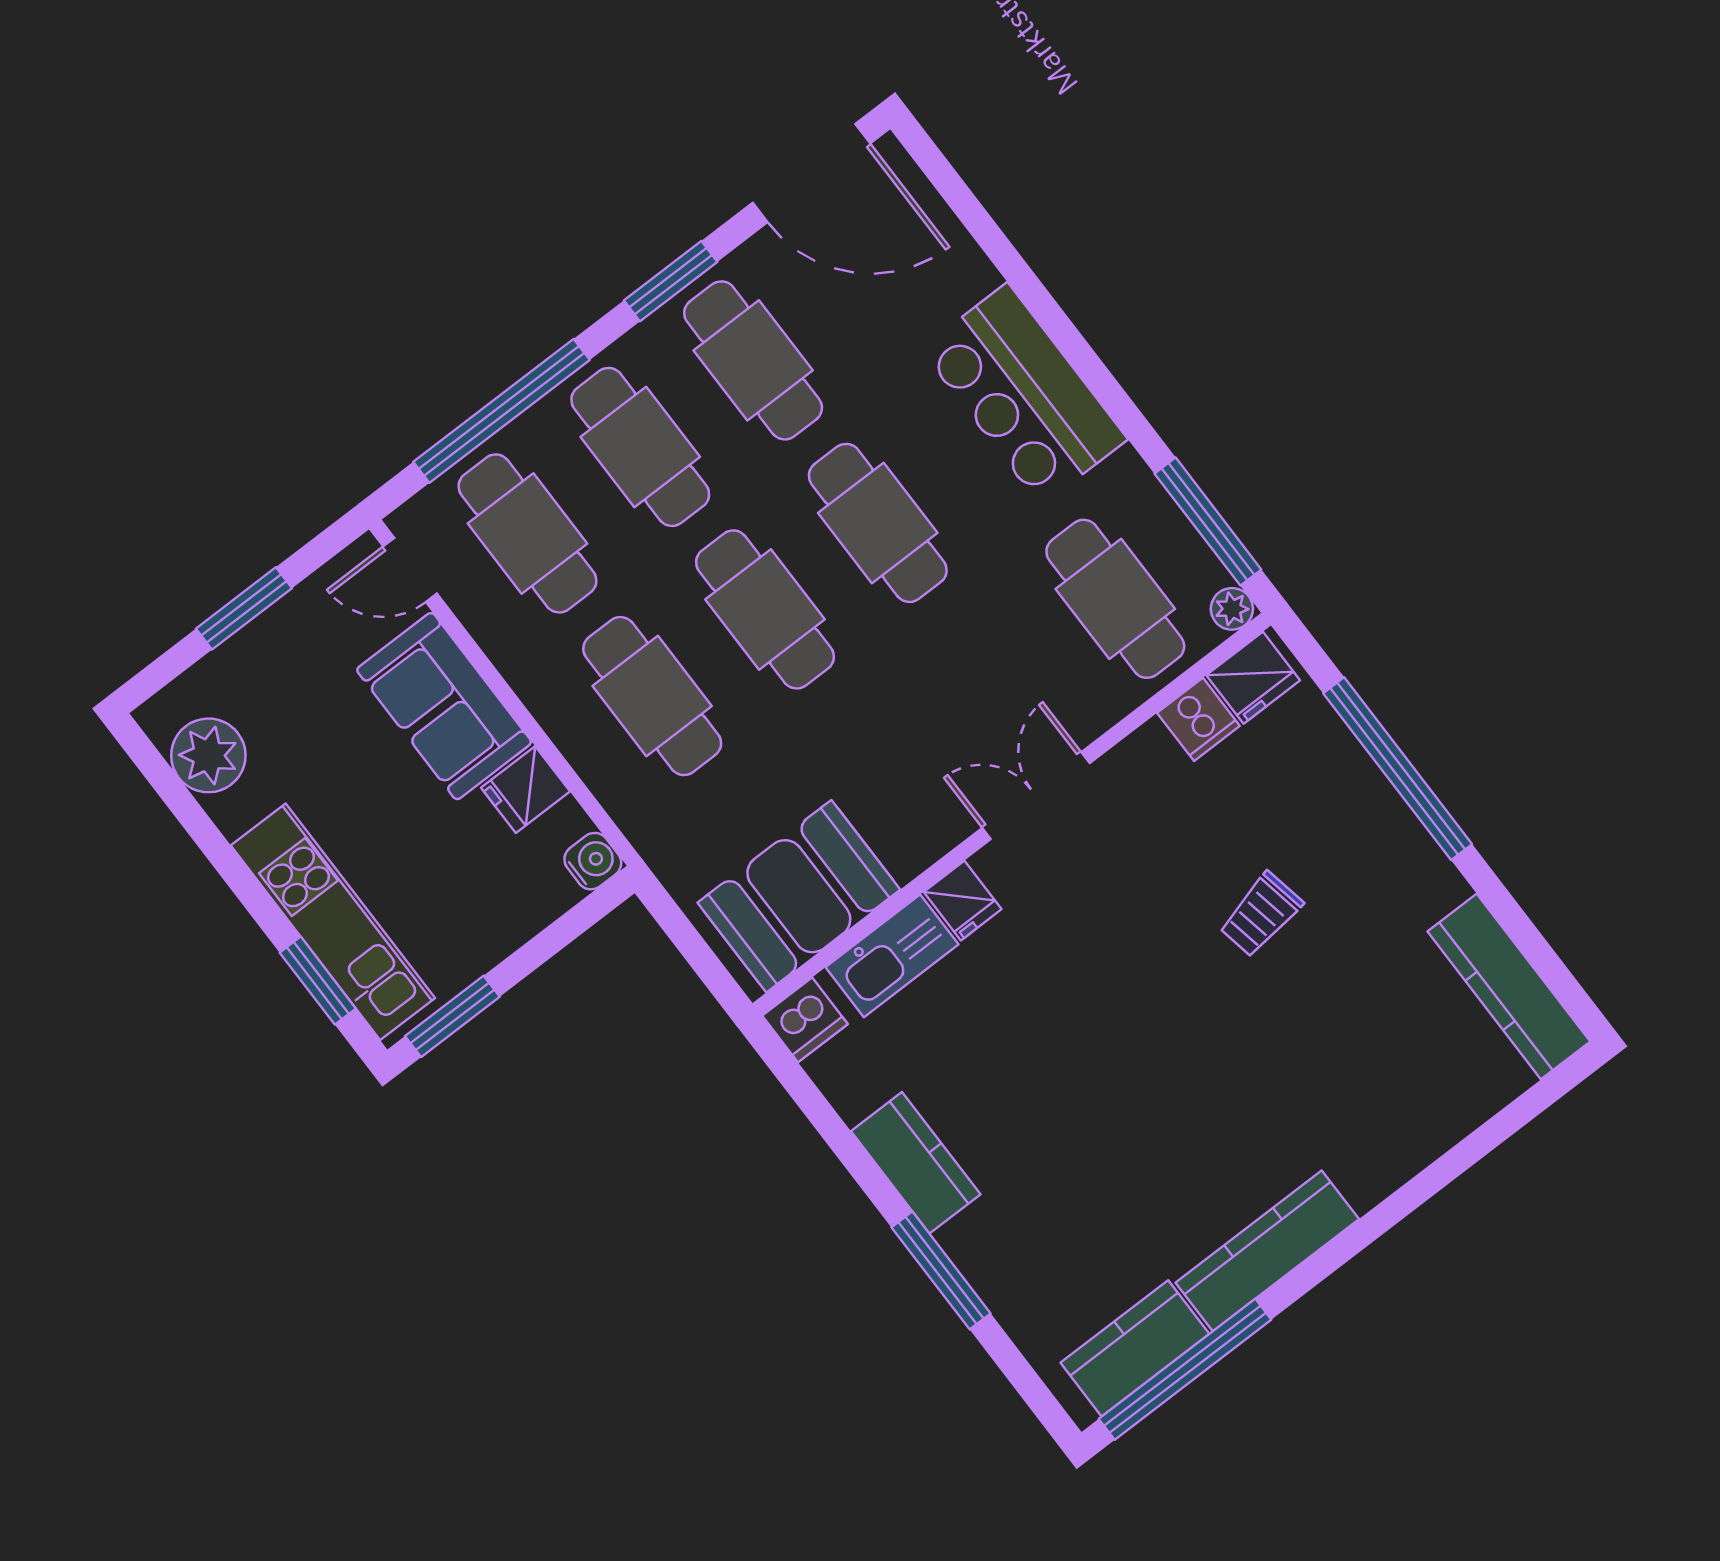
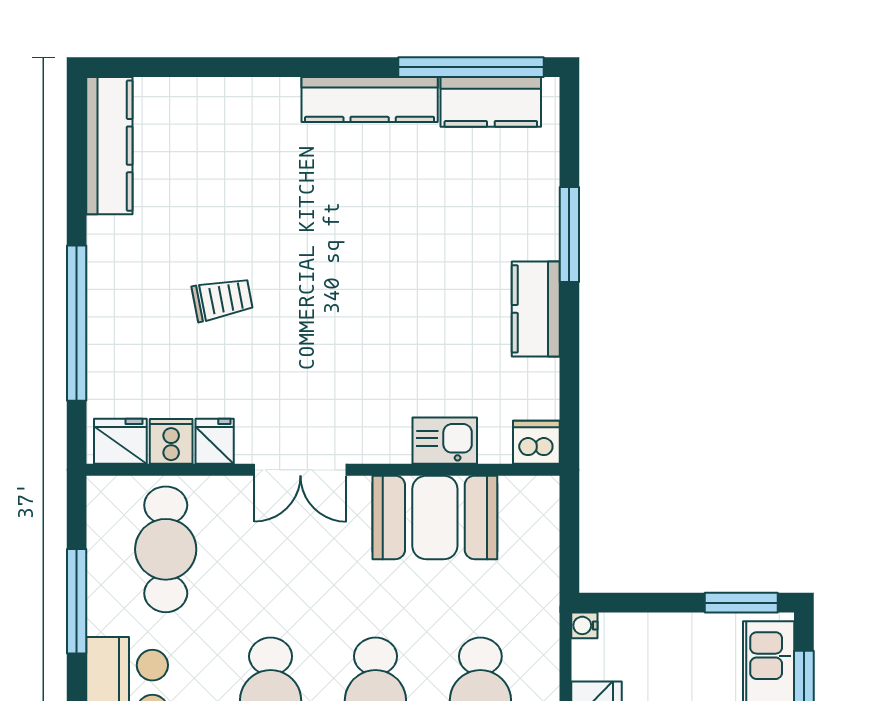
window: (1208, 522) -> (77, 601), moved
plant: (1232, 609) -> (102, 491), removed
water cooler: (593, 861) -> (584, 625), width x0.72, depth x0.72
booth: (799, 896) -> (435, 517), moved
fridge: (963, 901) -> (215, 441), moved
kitchen sink: (892, 956) -> (445, 441), width x0.73

